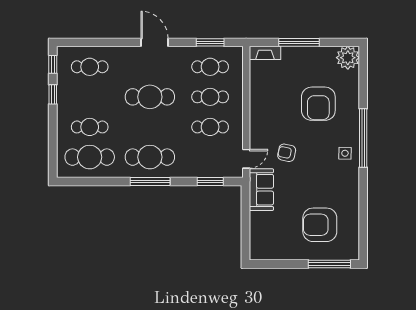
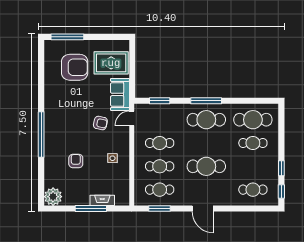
fireplace: (265, 53) -> (102, 200), moved
armchair: (318, 104) -> (76, 161), width x0.53, depth x0.53
side table: (345, 153) -> (113, 158), moved
rug: (273, 230) -> (111, 63), added

